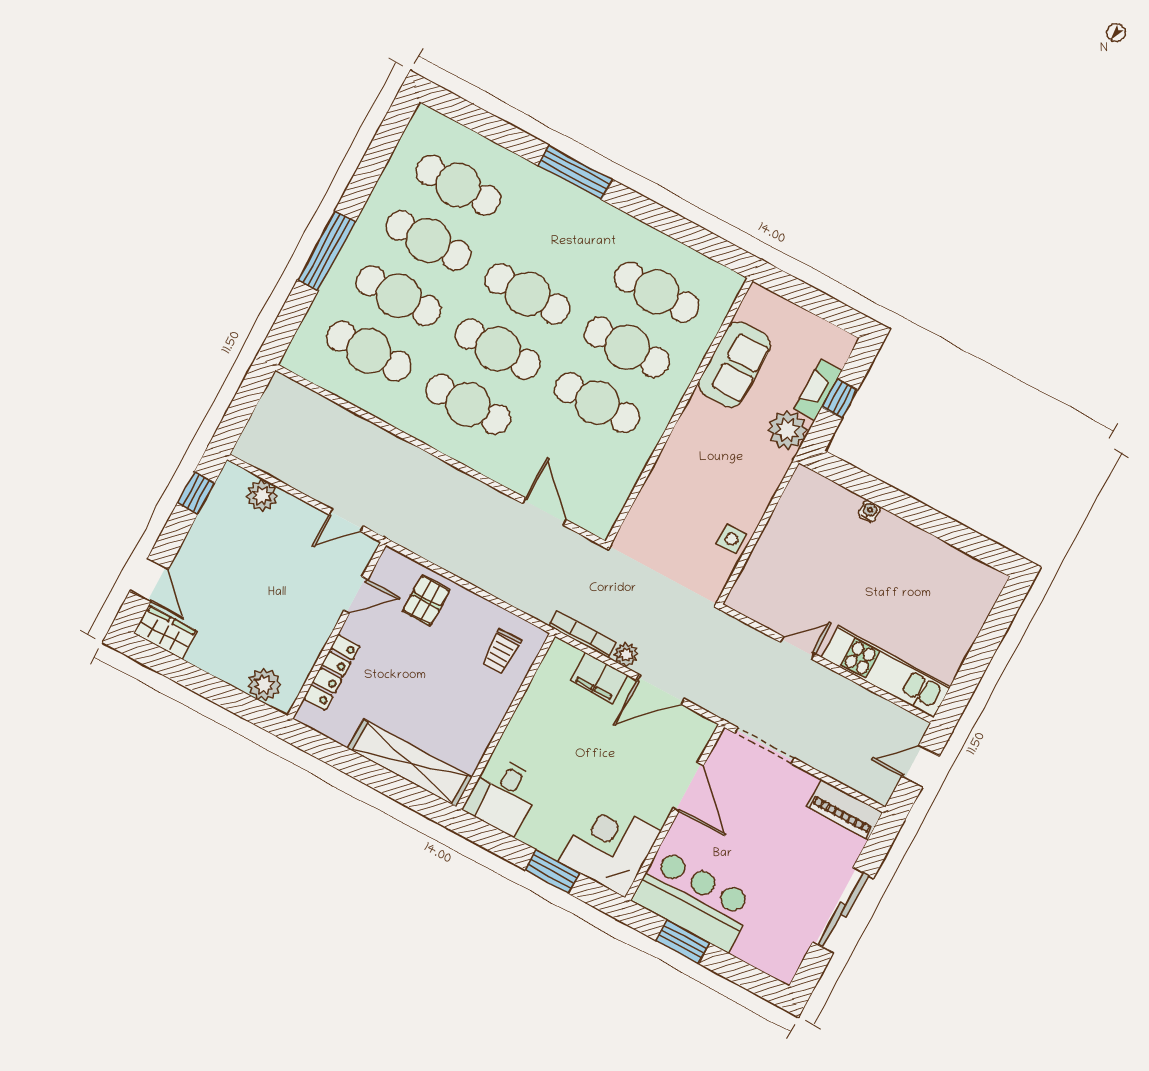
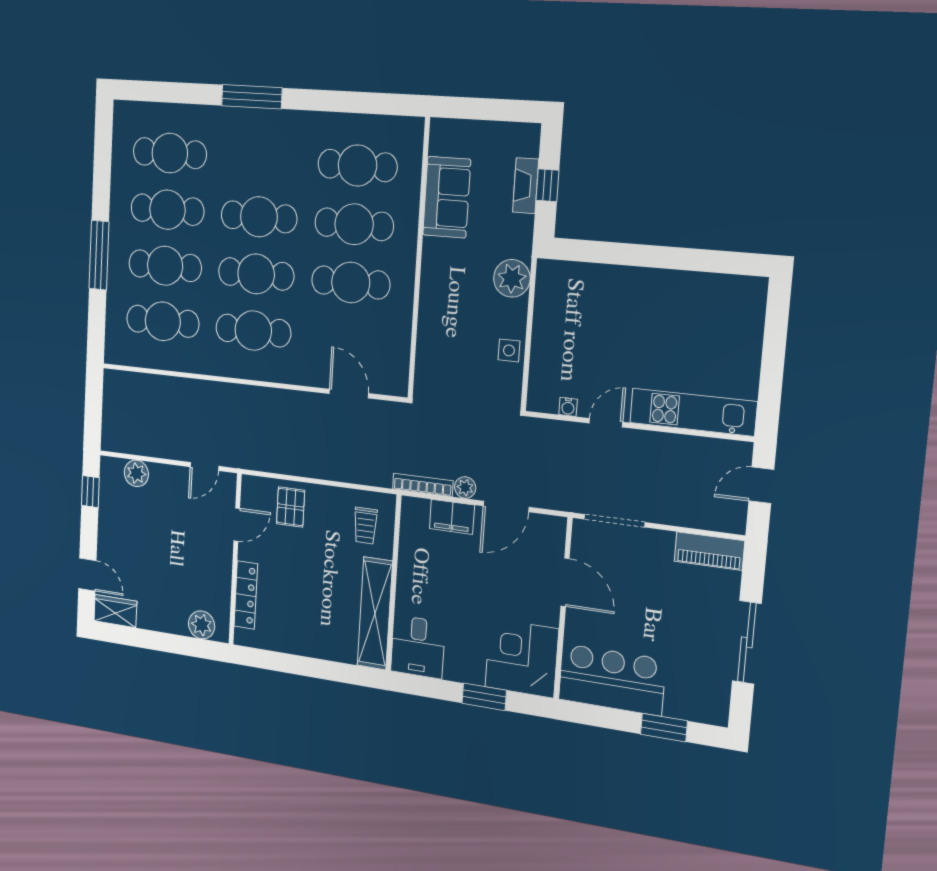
plant: (788, 430) -> (512, 278), moved
water cooler: (869, 511) -> (568, 407), moved, turned 180
shelving: (410, 763) -> (375, 613), moved, turned 90
window: (683, 942) -> (664, 728), moved

